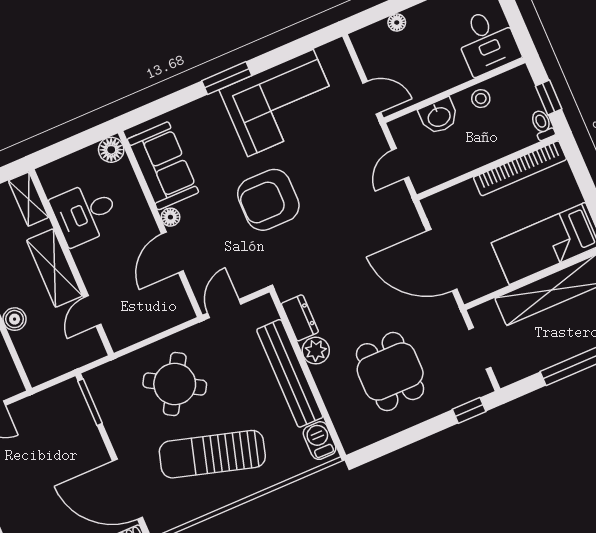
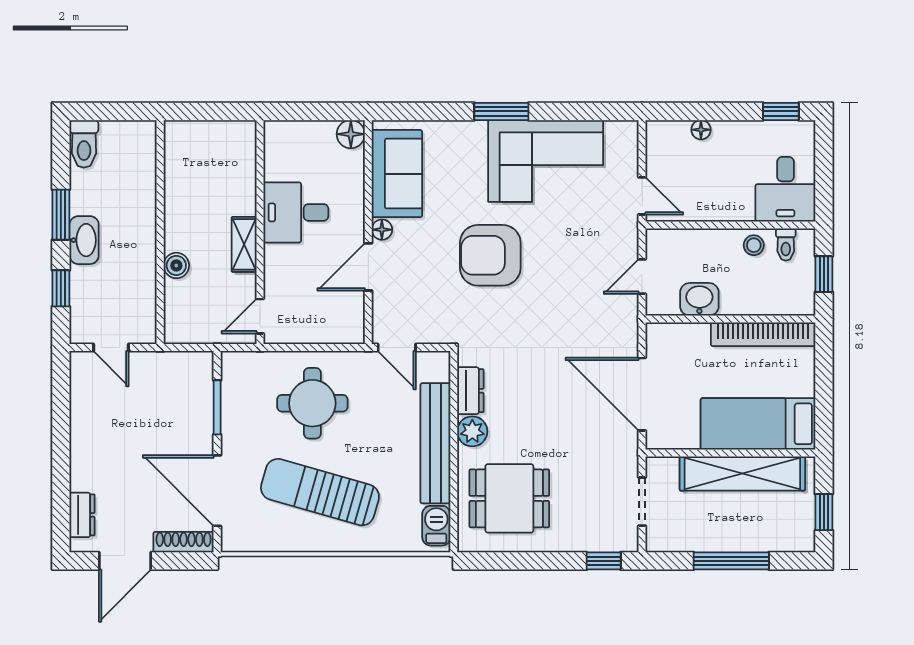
washbasin: (439, 116) -> (699, 299), moved, turned 180
toilet: (542, 125) -> (786, 245), moved, turned 180
shelving: (28, 199) -> (244, 148), removed
desk: (85, 213) -> (296, 212), moved
shelving: (54, 268) -> (244, 244), width x0.67, depth x0.75
door: (224, 309) -> (397, 348), swing flipped
door: (92, 311) -> (260, 316), moved
dining table: (390, 372) -> (509, 498), moved, turned 90
round table: (175, 384) -> (312, 403), turned -31
window: (90, 402) -> (217, 407), moved

